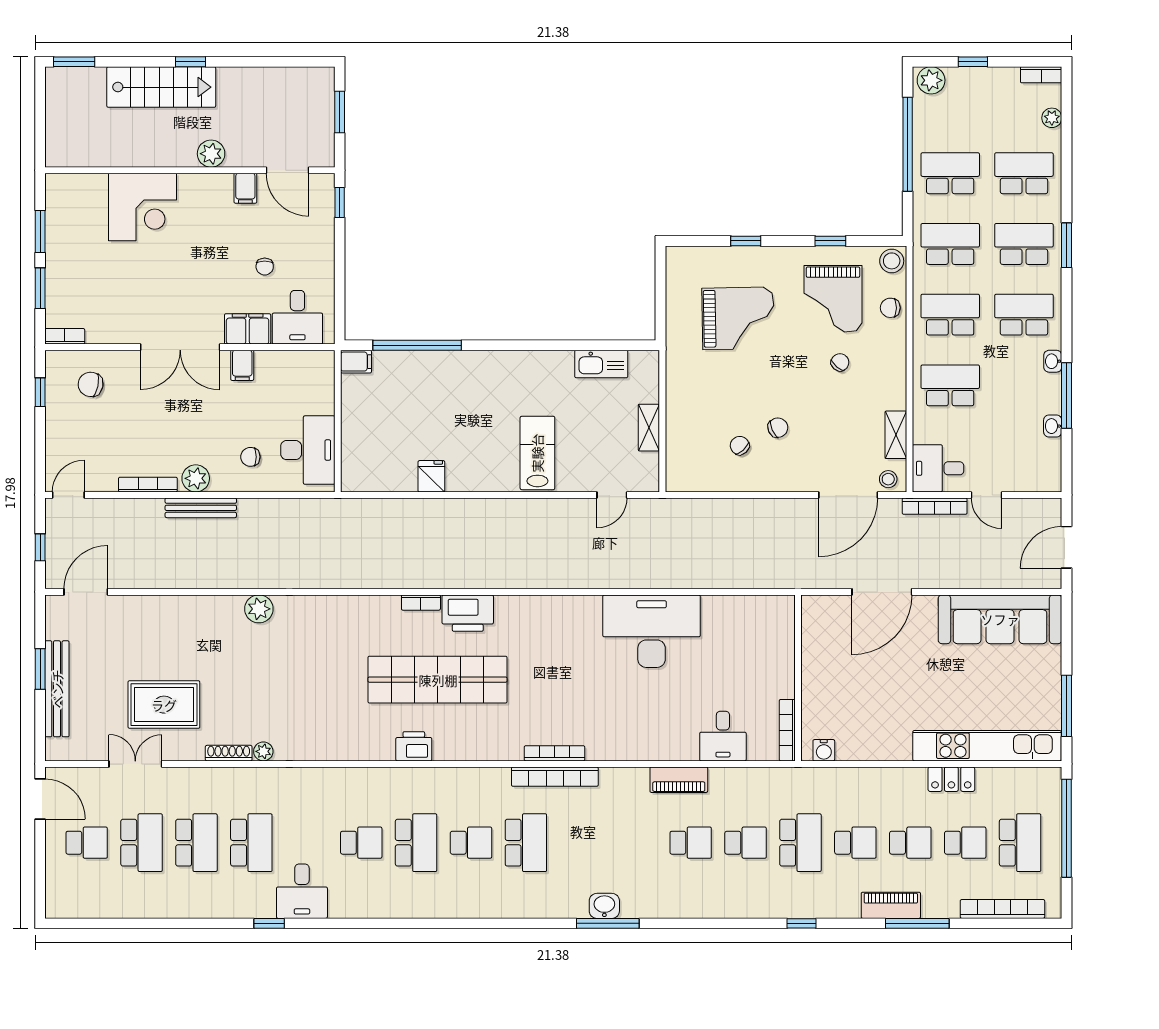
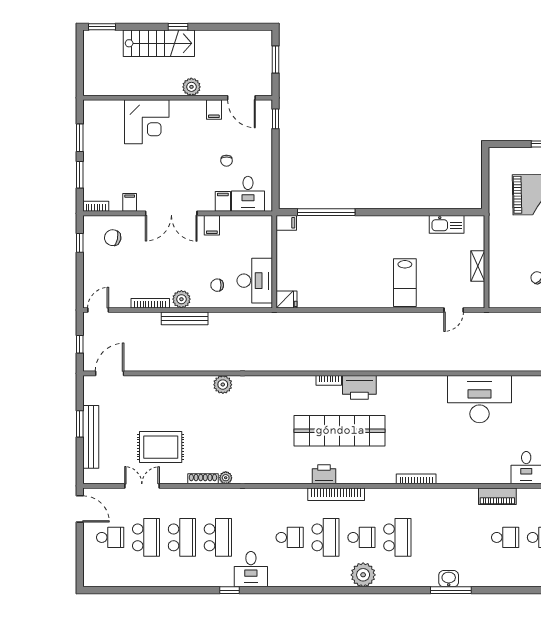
filing cabinet: (248, 329) -> (223, 201), width x0.50
filing cabinet: (116, 330) -> (130, 202), added
lab bench: (537, 453) -> (405, 283), turned 180
fridge: (431, 476) -> (286, 299), moved, turned 90
bookcase: (555, 777) -> (336, 494), moved
plant: (473, 900) -> (363, 575), added

